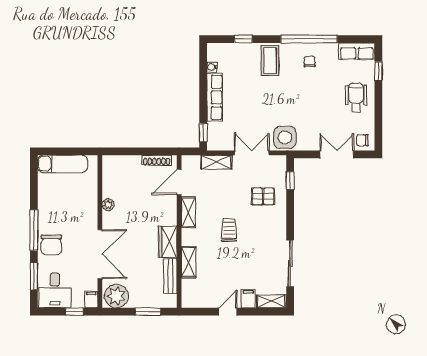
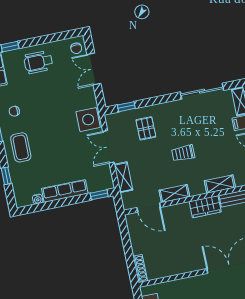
coffee table: (270, 61) -> (21, 147), turned 90
shoe rack: (157, 160) -> (140, 269), moved
plant: (108, 205) -> (183, 268), removed

